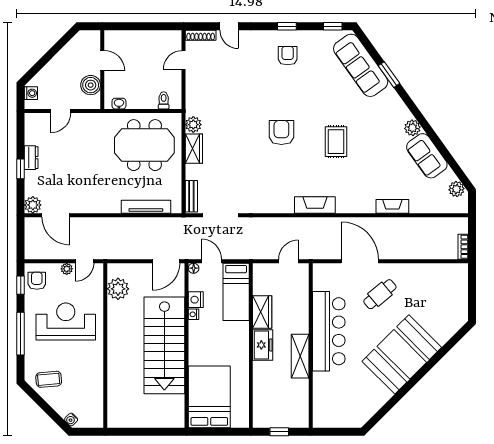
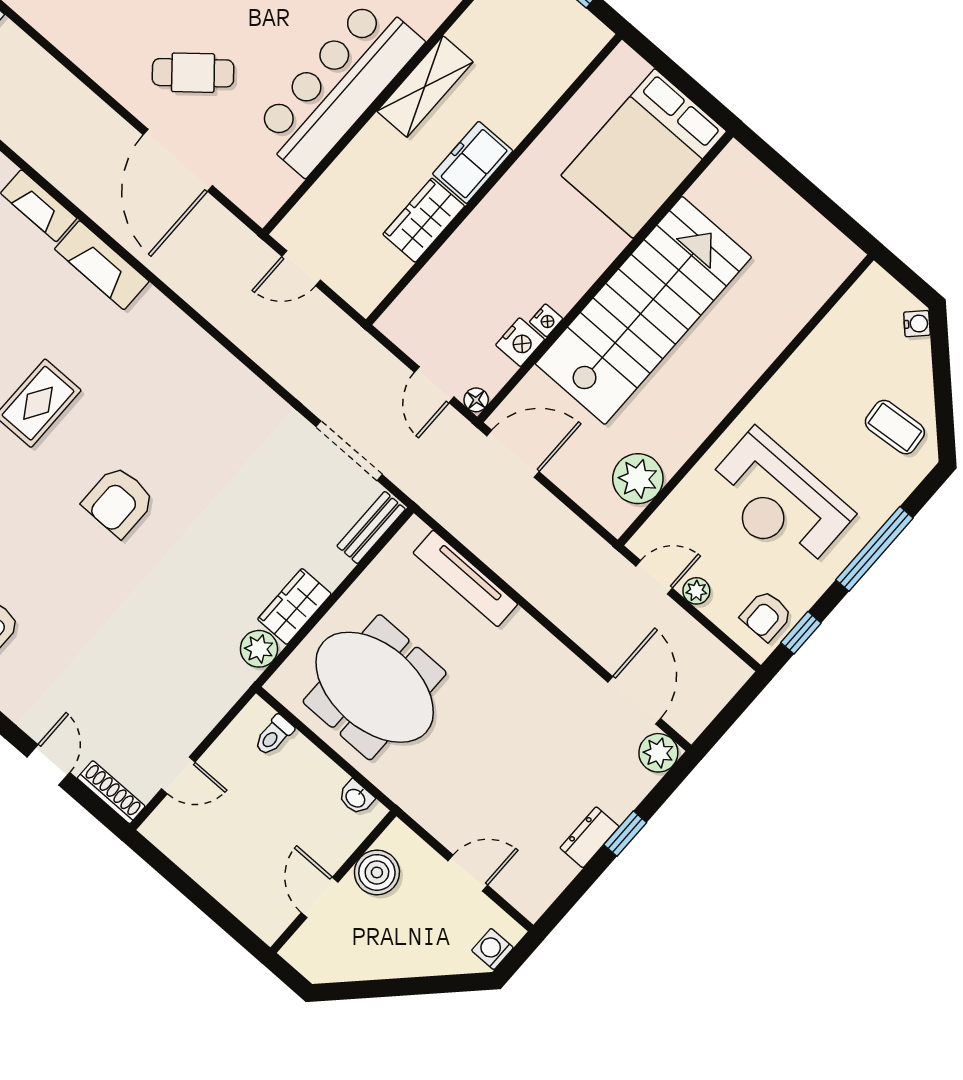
fireplace: (315, 205) -> (102, 265), moved
bed: (236, 292) -> (438, 295), removed

